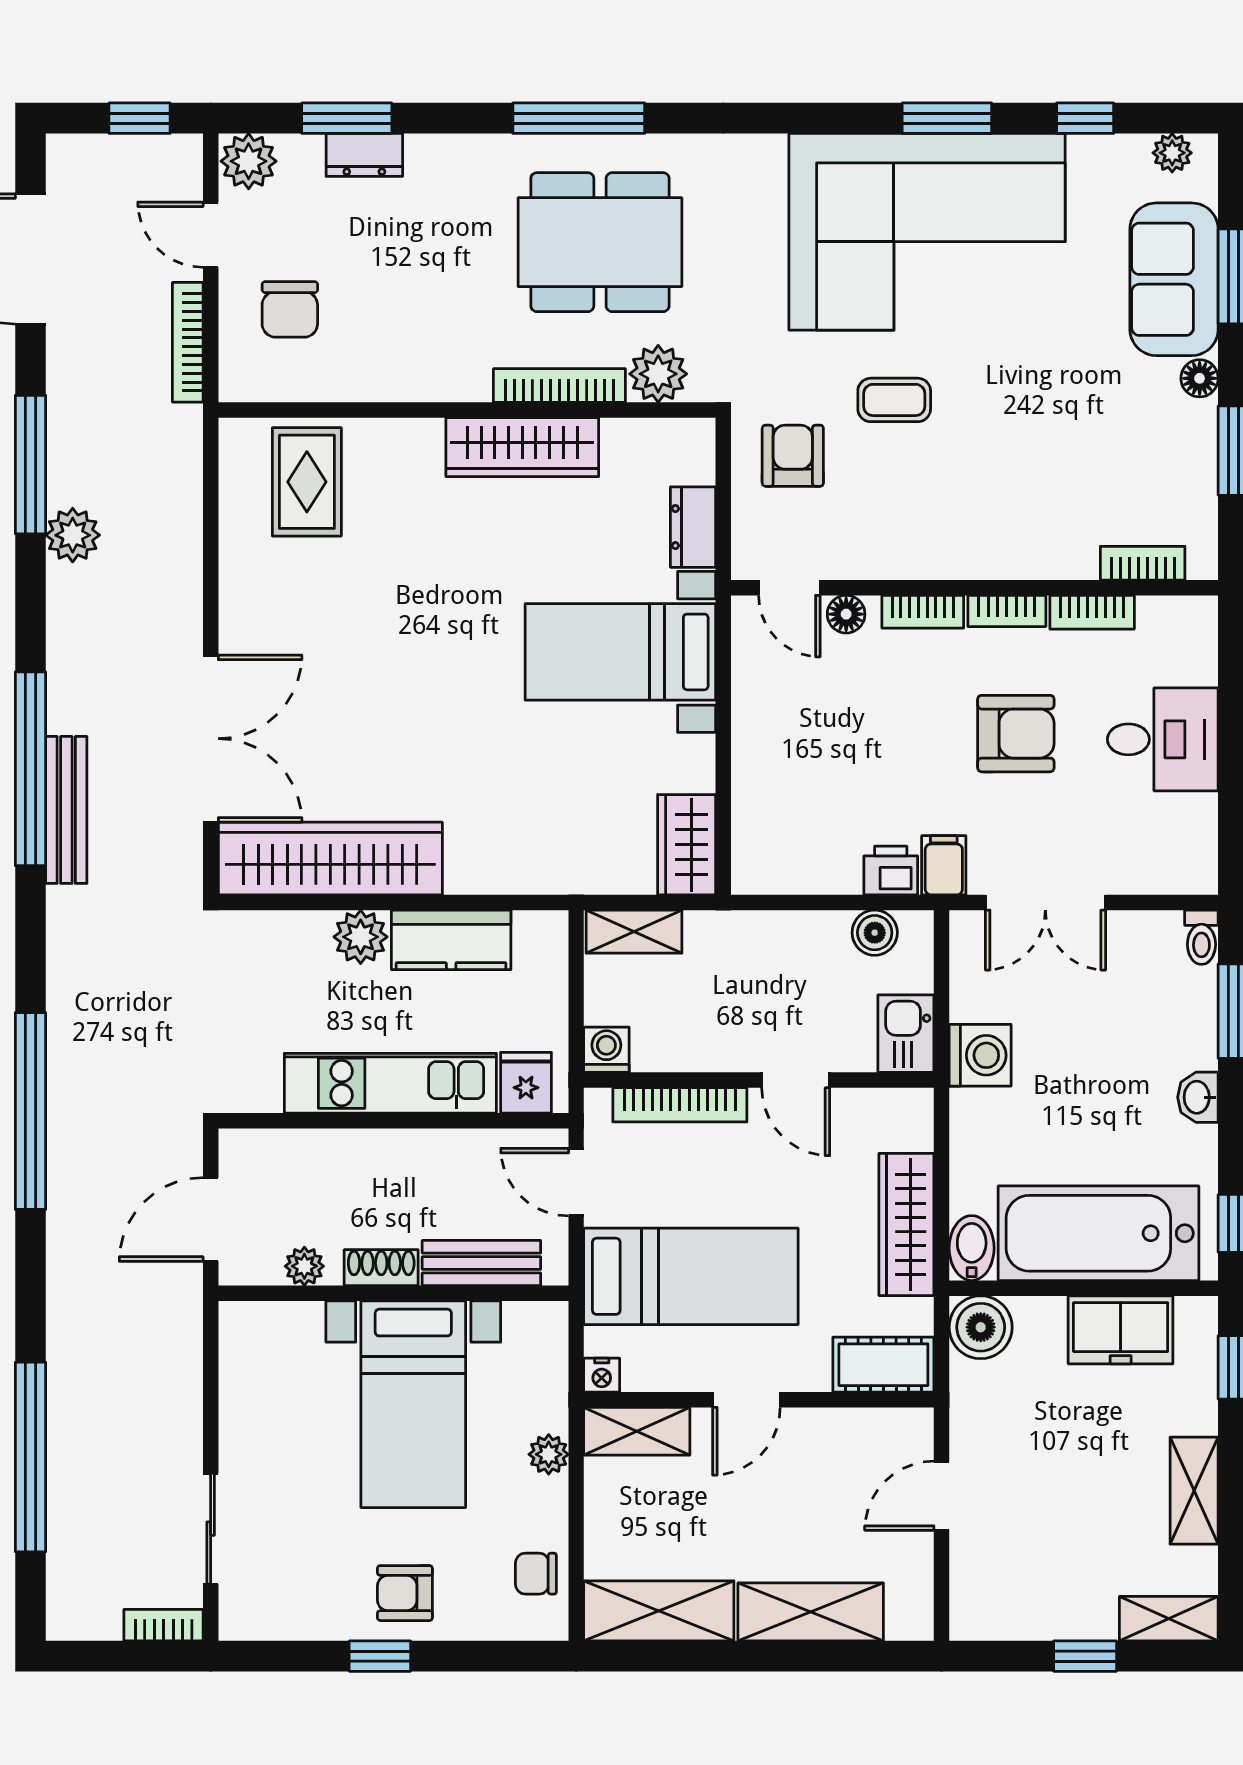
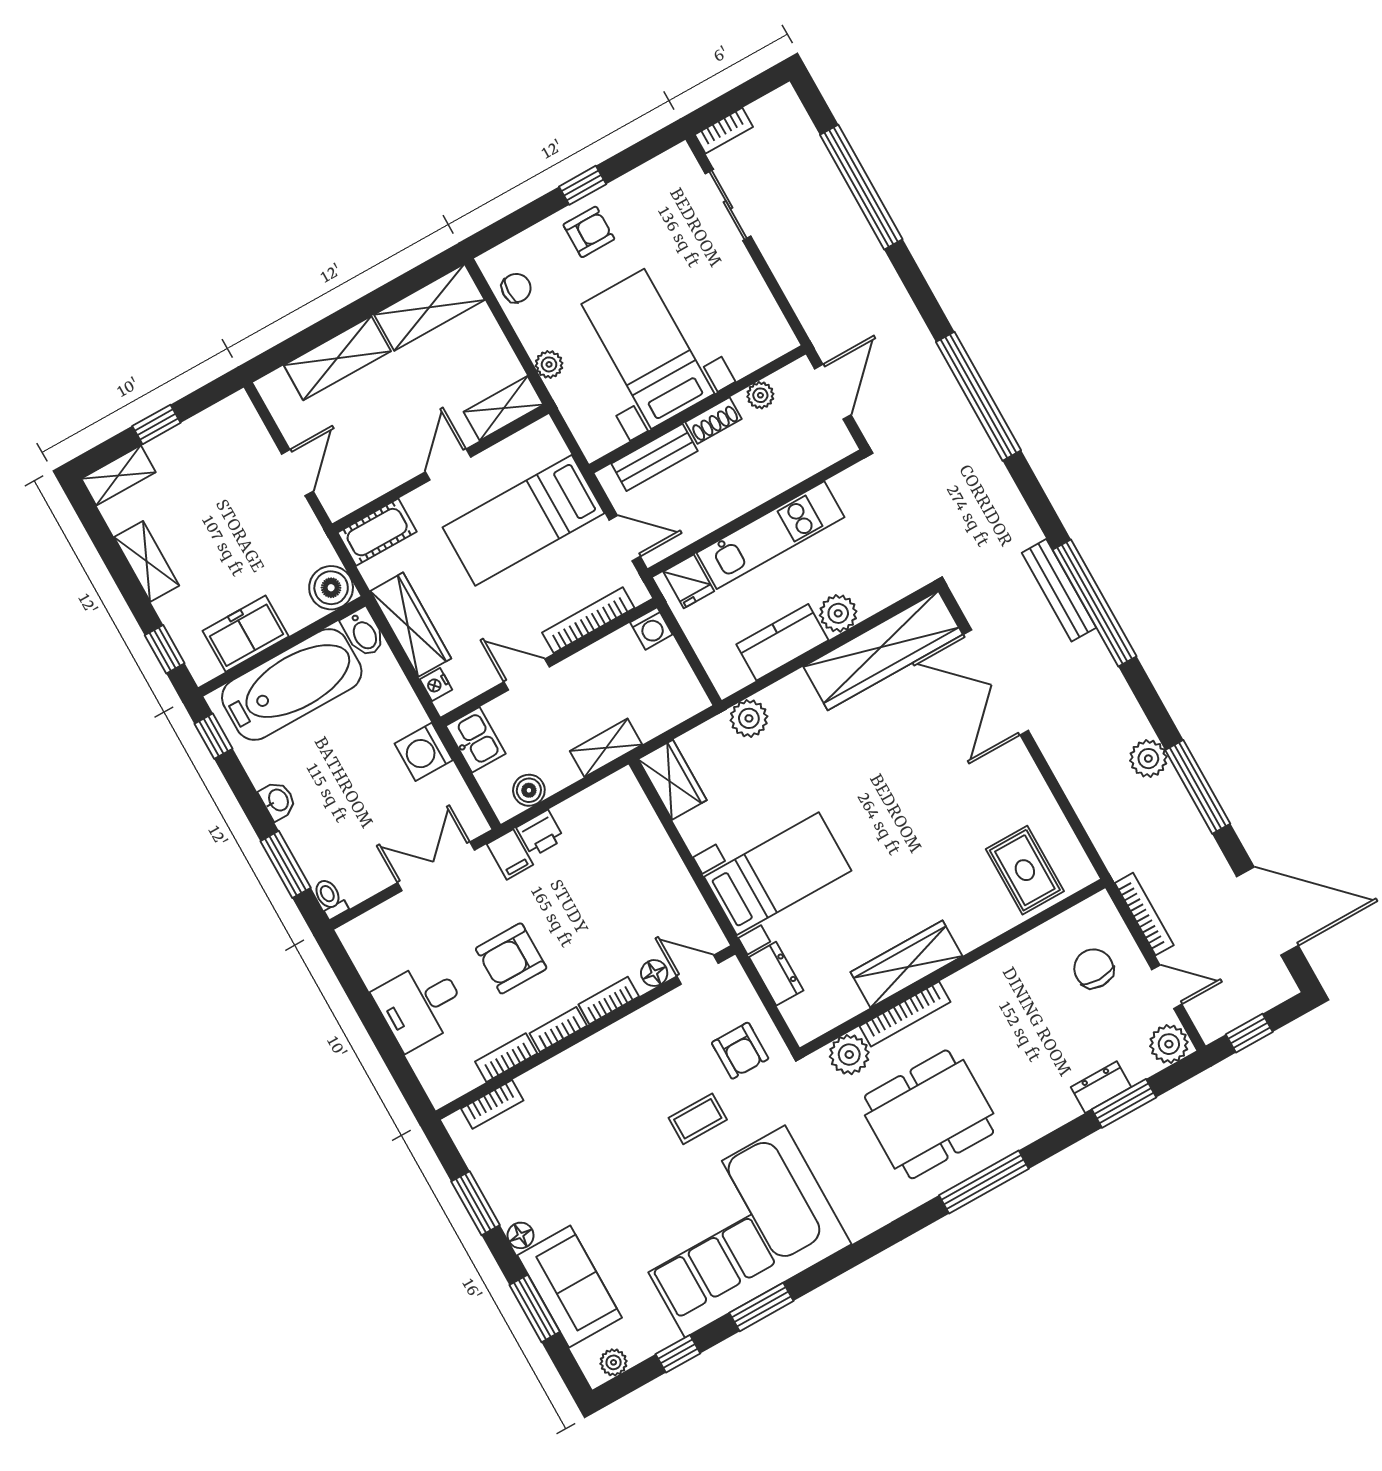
plant: (547, 868) -> (749, 718), added
shelving: (634, 932) -> (606, 748), moved
nightstand: (602, 1375) -> (436, 685), moved, turned -90

